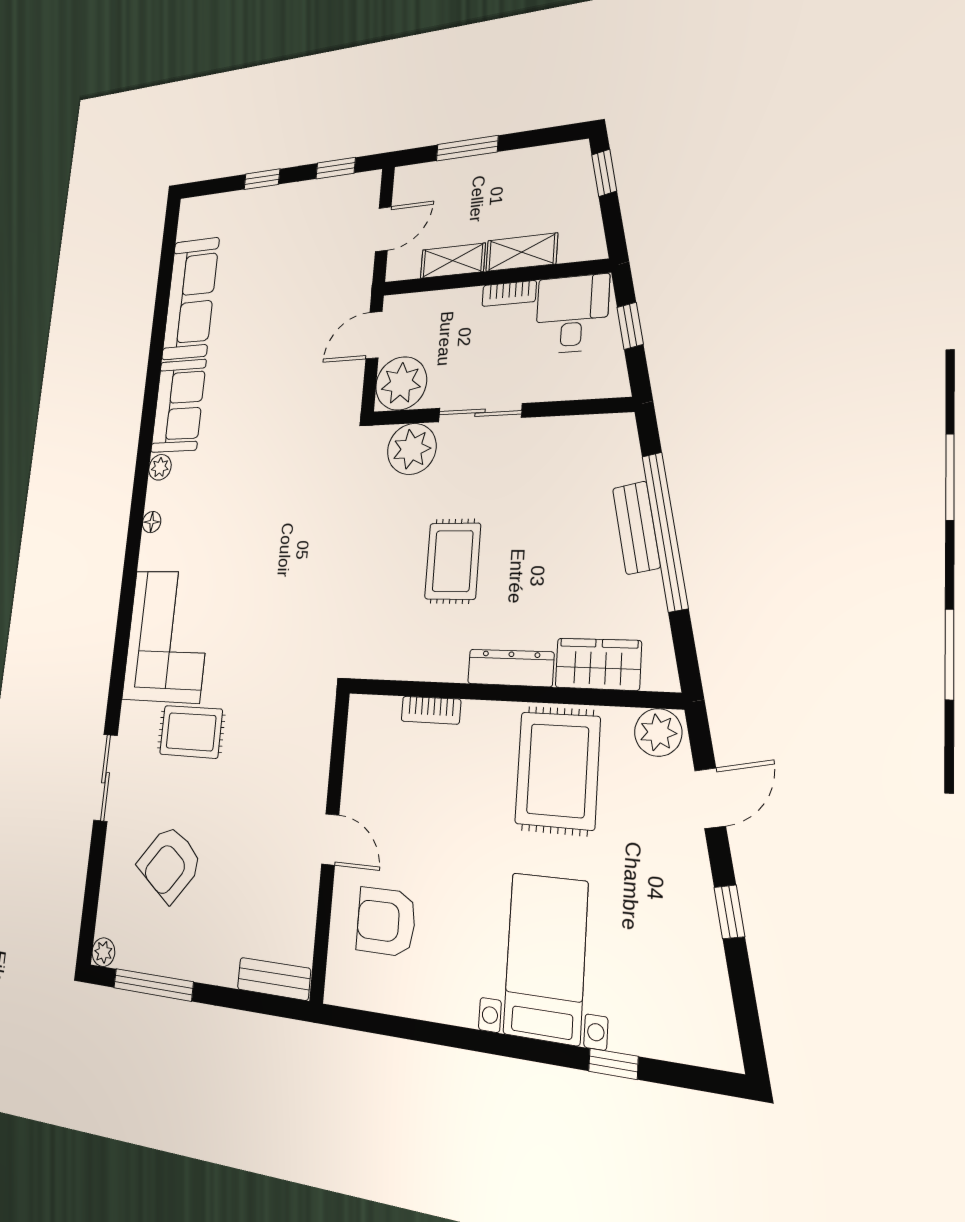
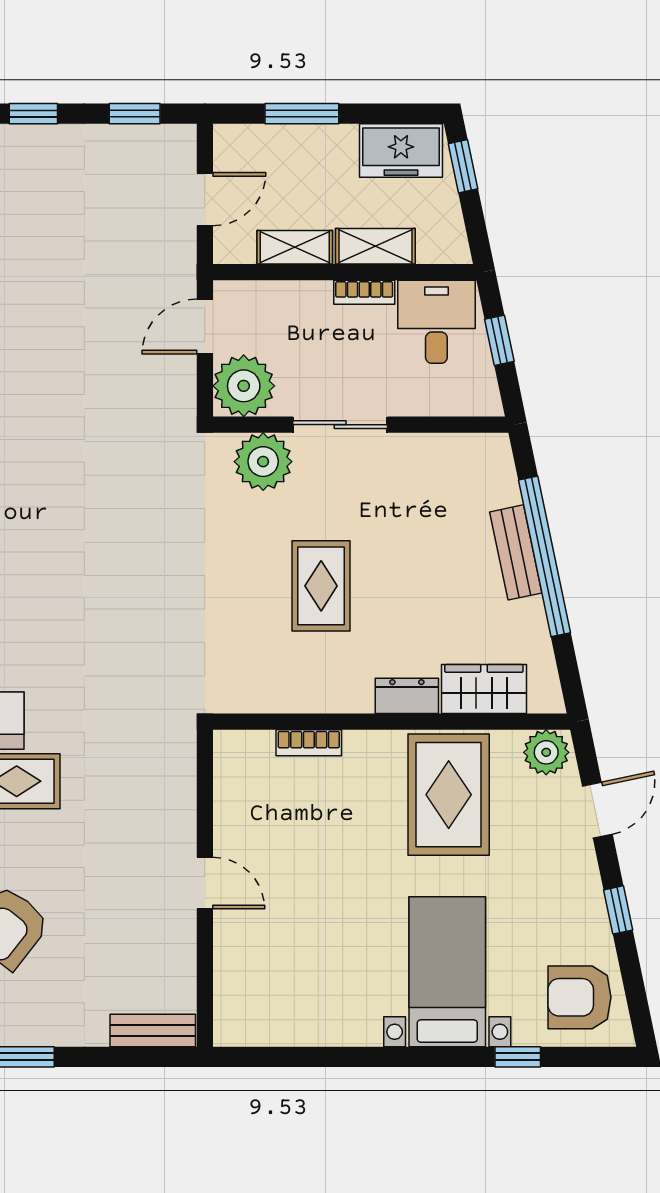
freezer: (549, 167) -> (401, 151), added
dresser: (511, 668) -> (407, 696), width x0.70
armchair: (386, 922) -> (579, 997), moved

